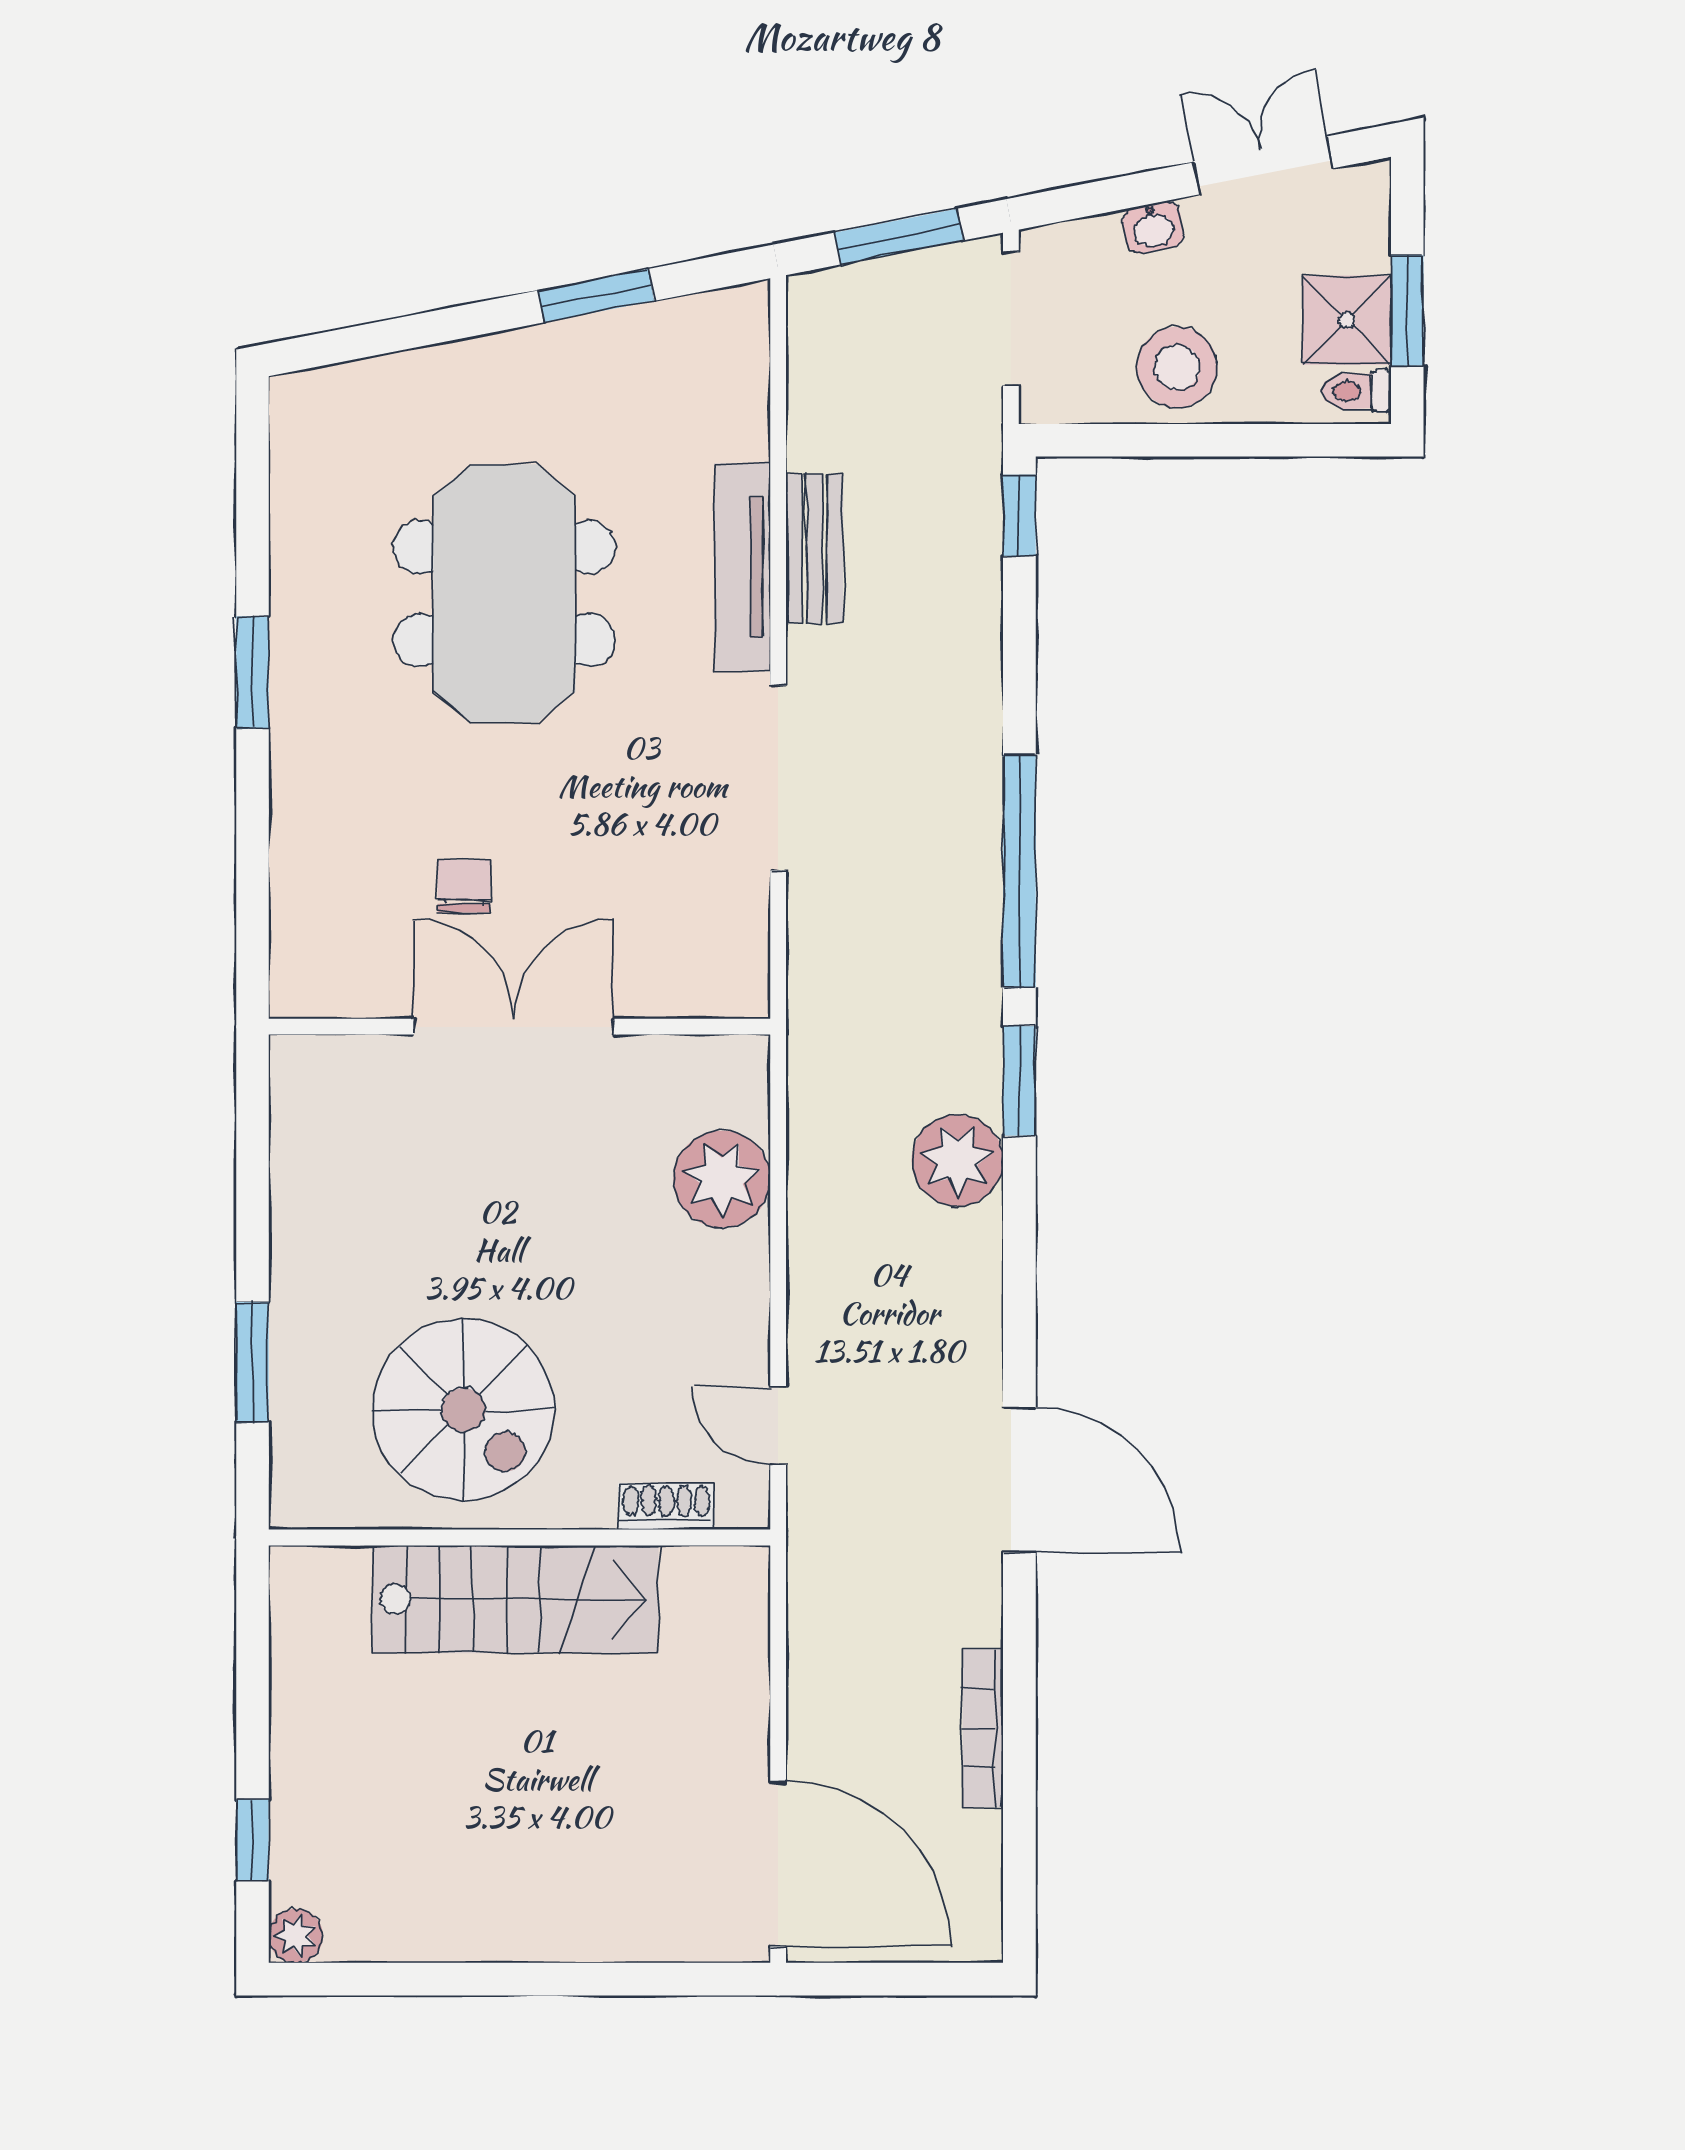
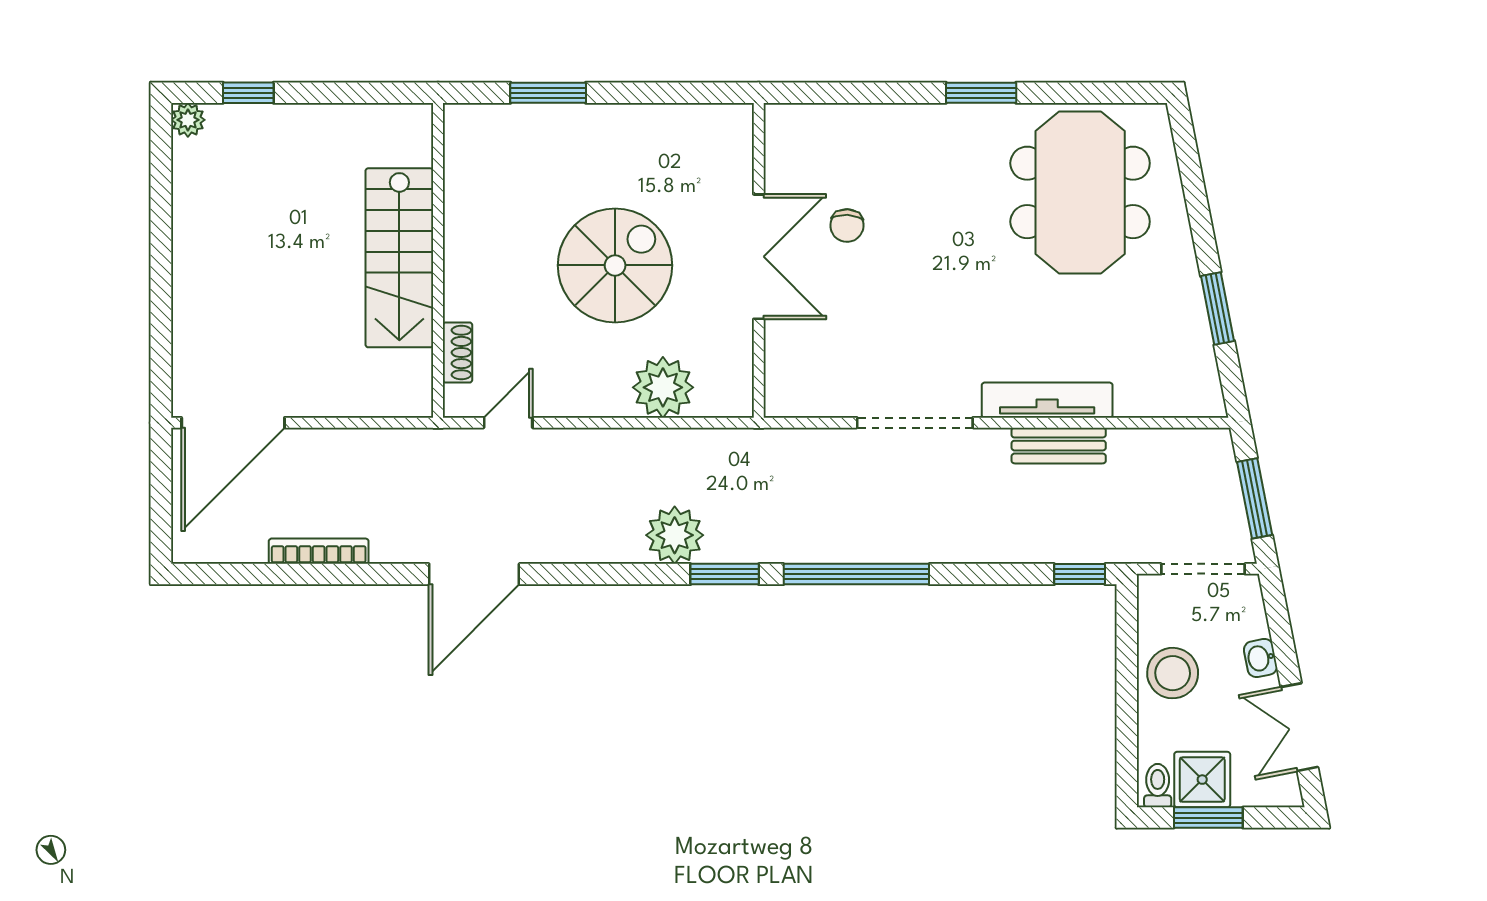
double door: (1263, 165) -> (1299, 727), swing flipped
meeting table: (504, 594) -> (1080, 192), moved, turned 90
chair: (464, 886) -> (847, 225), turned 93
spiral stairs: (463, 1410) -> (615, 265), moved, turned 180

